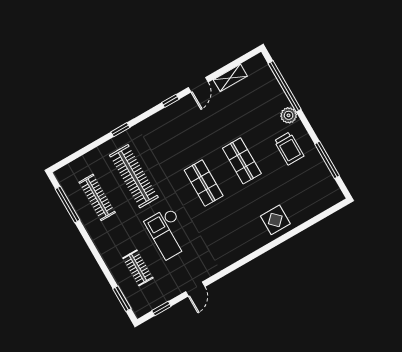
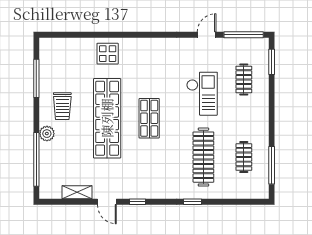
door: (198, 85) -> (107, 202), swing flipped
trolley: (289, 148) -> (62, 106), turned 180
shop shelf: (242, 161) -> (107, 118), width x2.00, depth x1.36
clothes rail: (97, 197) -> (244, 157), width x0.73
window: (161, 309) -> (244, 35), width x2.17

